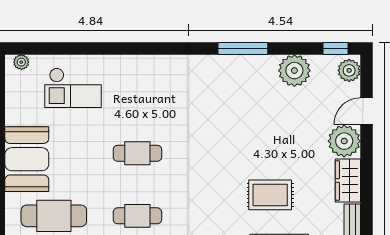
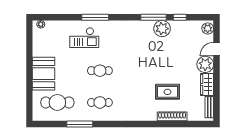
window: (128, 48) -> (95, 17), added
window: (336, 48) -> (180, 17), moved
plant: (294, 71) -> (162, 29), moved
checkout: (73, 88) -> (84, 38), moved

